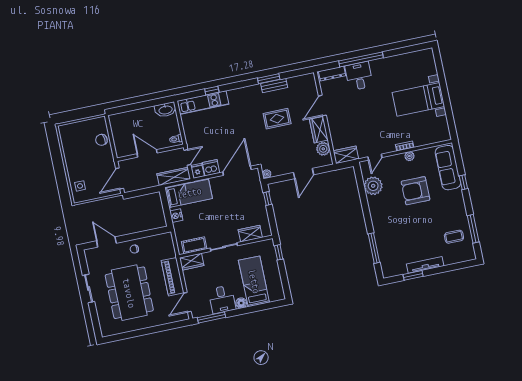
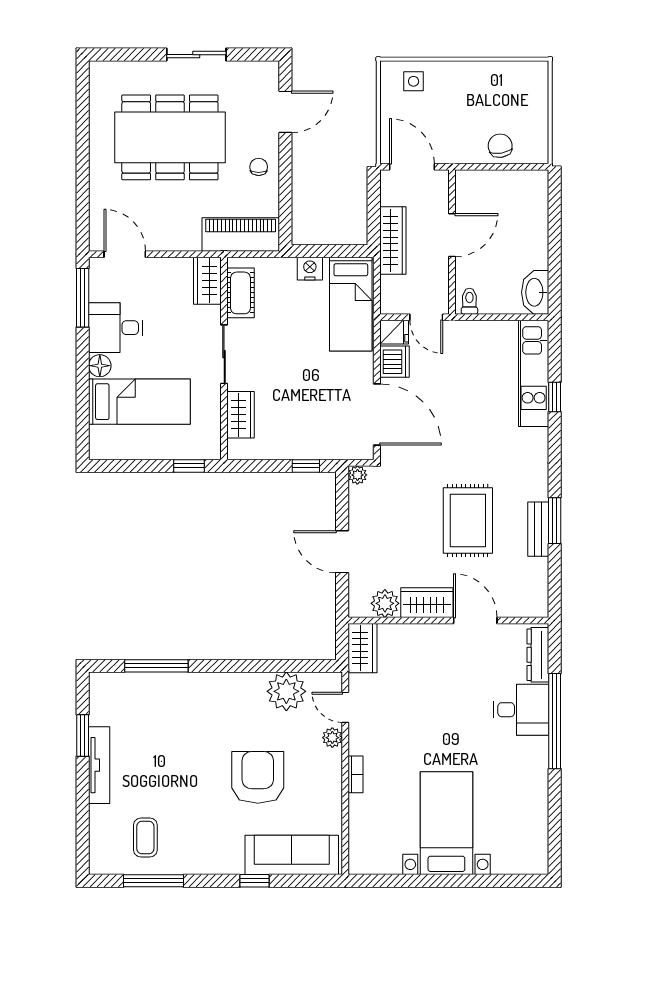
rug: (277, 119) -> (468, 521), width x1.36, depth x1.43
plant: (409, 156) -> (332, 738), moved
wardrobe: (174, 176) -> (393, 240), moved
piano: (173, 277) -> (241, 234), moved

